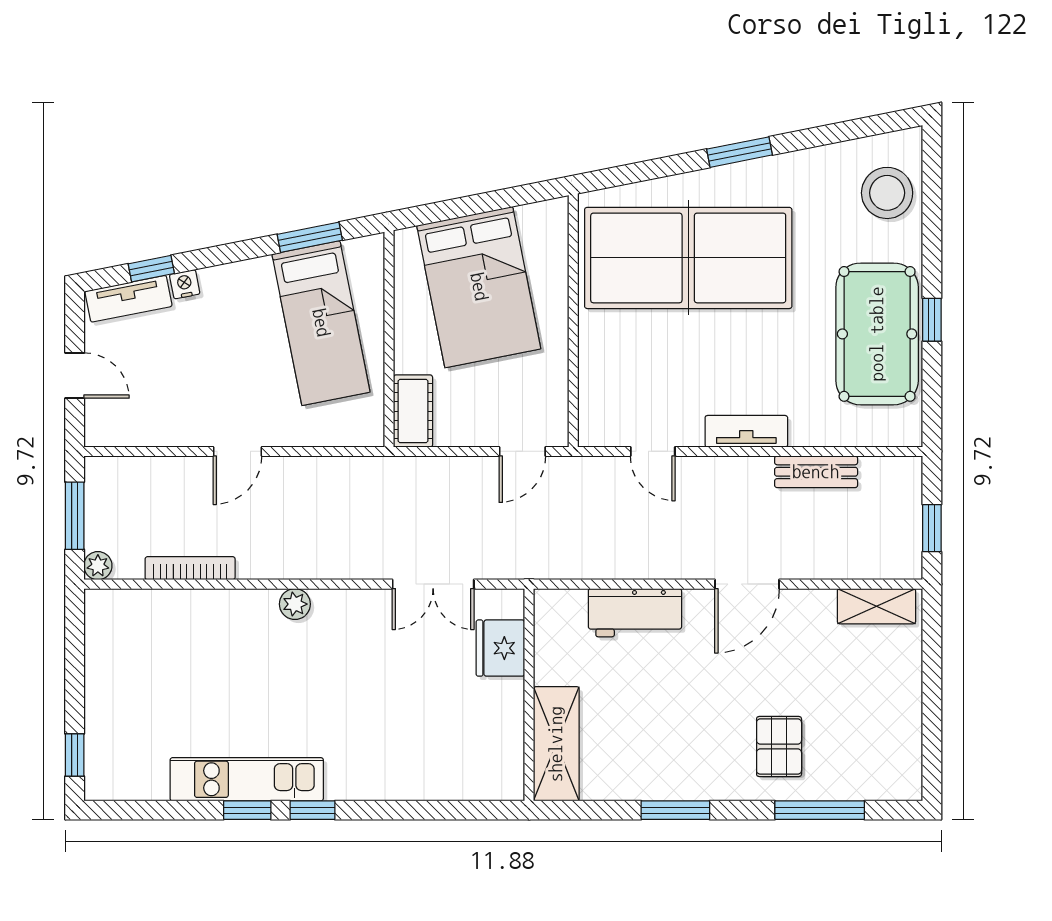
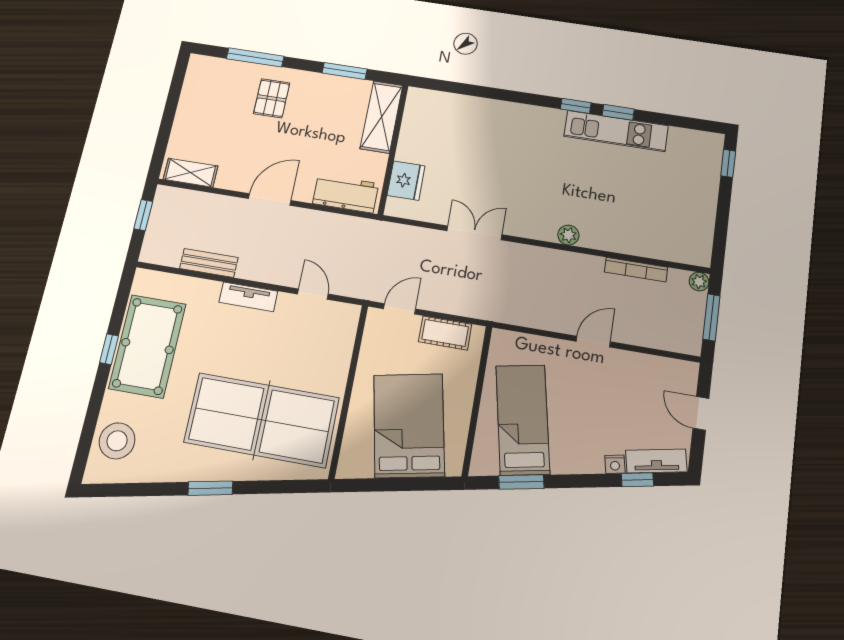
cot: (413, 411) -> (445, 333), moved, turned 90
fridge: (500, 648) -> (406, 181), moved
wall: (529, 695) -> (393, 149), moved
shelving: (556, 744) -> (381, 117), moved

